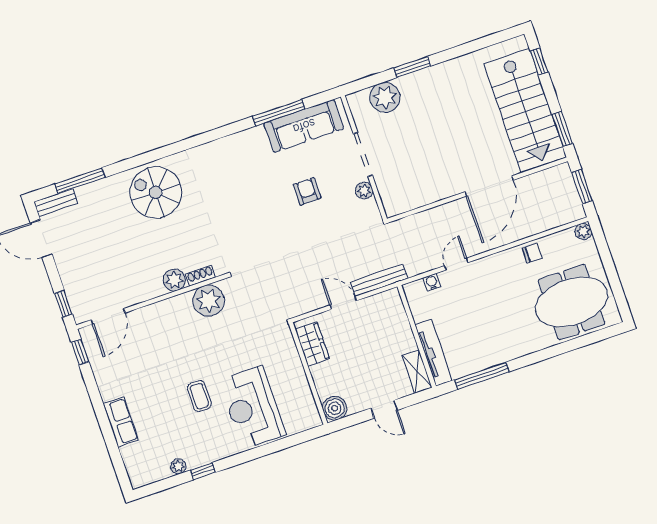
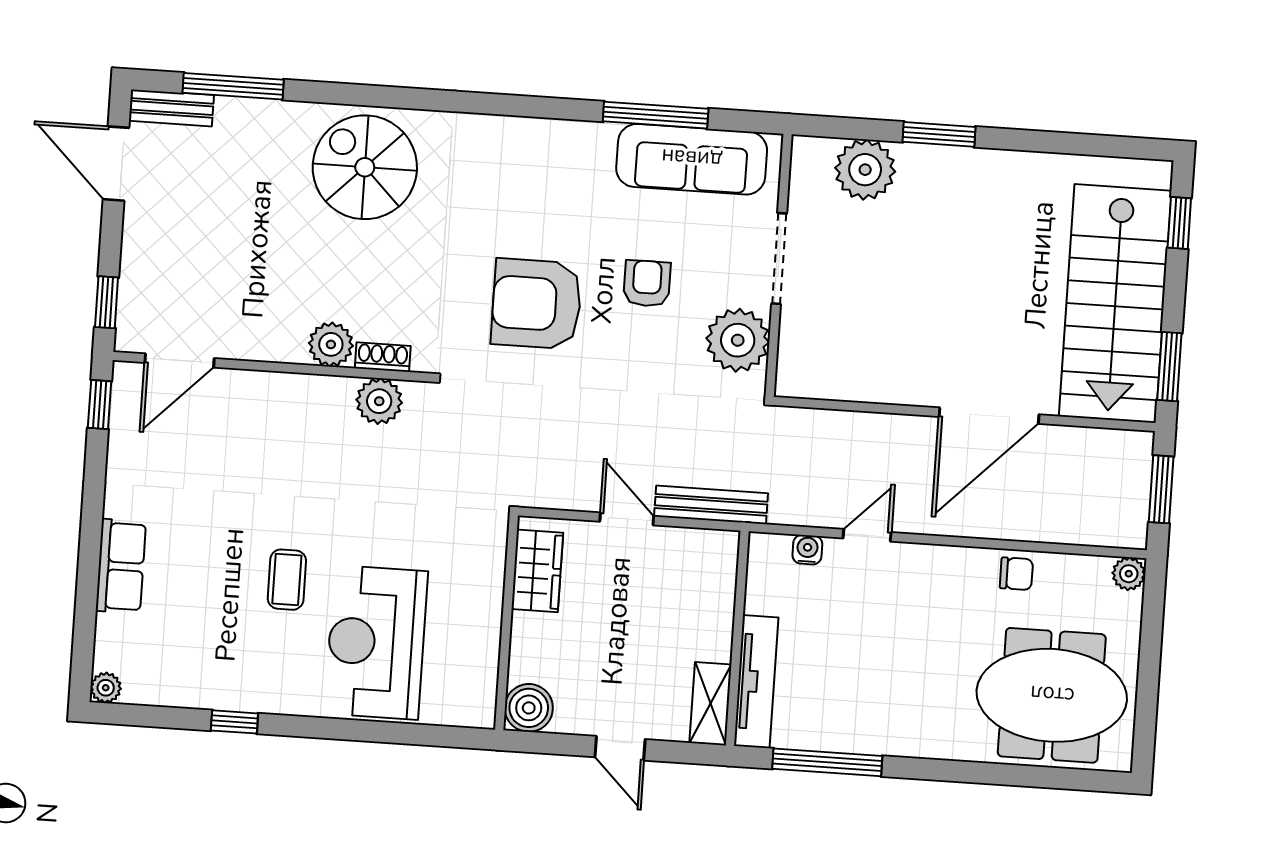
plant: (364, 191) -> (738, 340), width x1.88, depth x1.88
armchair: (261, 222) -> (537, 304), added
plant: (209, 301) -> (379, 401), width x0.73, depth x0.73
plant: (178, 466) -> (106, 688), moved

